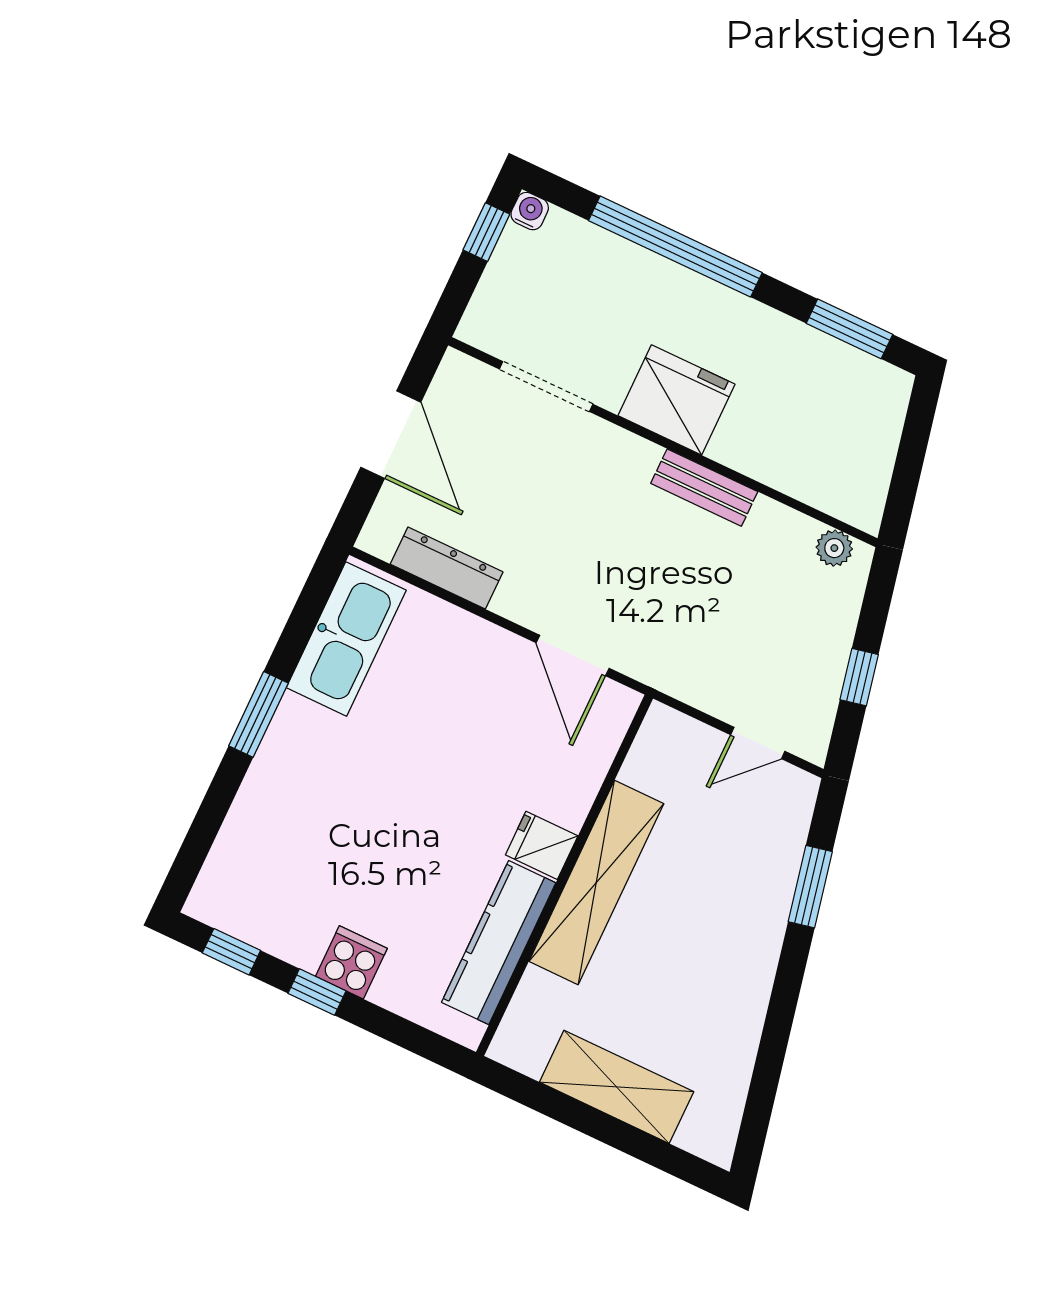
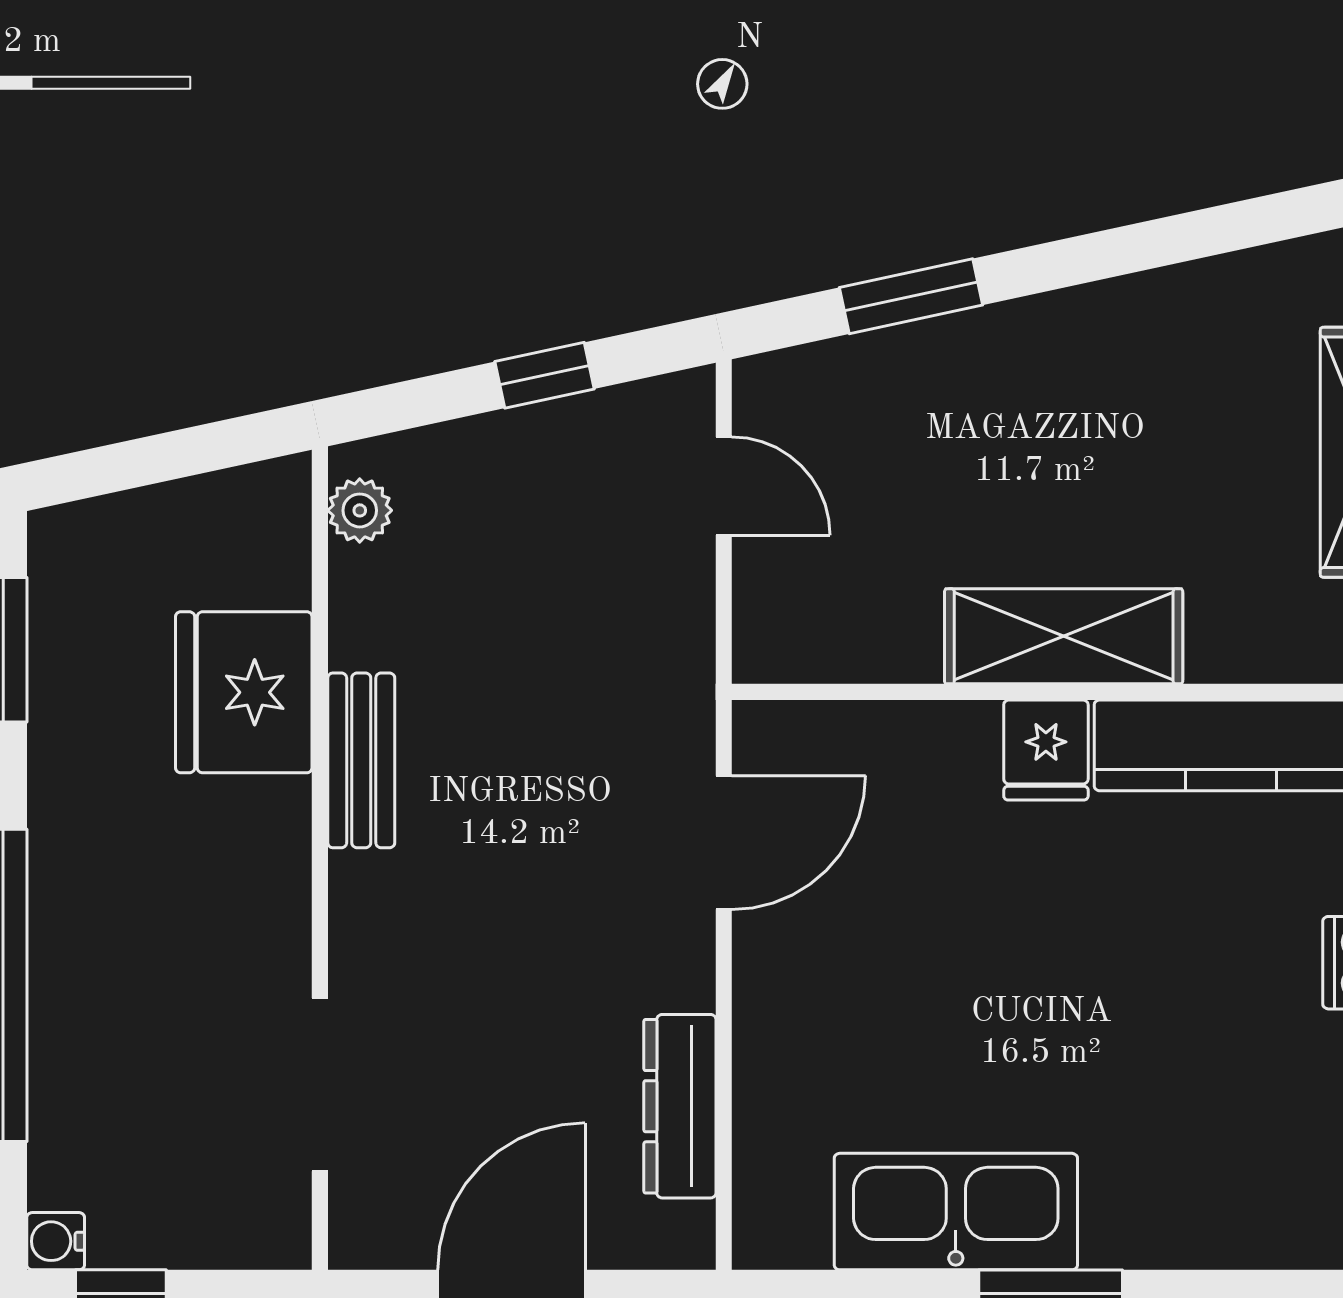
fridge: (677, 400) -> (244, 692), moved
kitchen sink: (346, 639) -> (956, 1212), moved
shelving: (596, 882) -> (1064, 636), width x0.68

